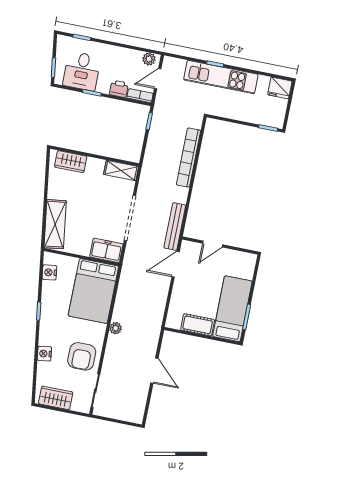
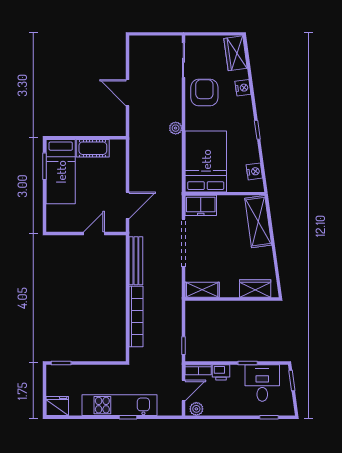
bench: (175, 227) -> (136, 261), moved
wardrobe: (56, 398) -> (236, 53), moved, turned 82

